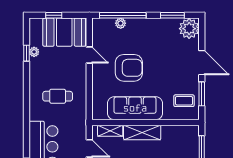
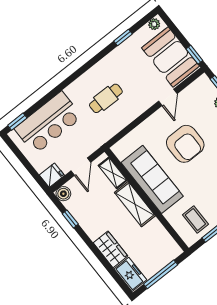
window: (54, 15) -> (194, 55), moved
plant: (34, 52) -> (154, 24), moved
cafe table: (58, 96) -> (106, 98), turned 90

